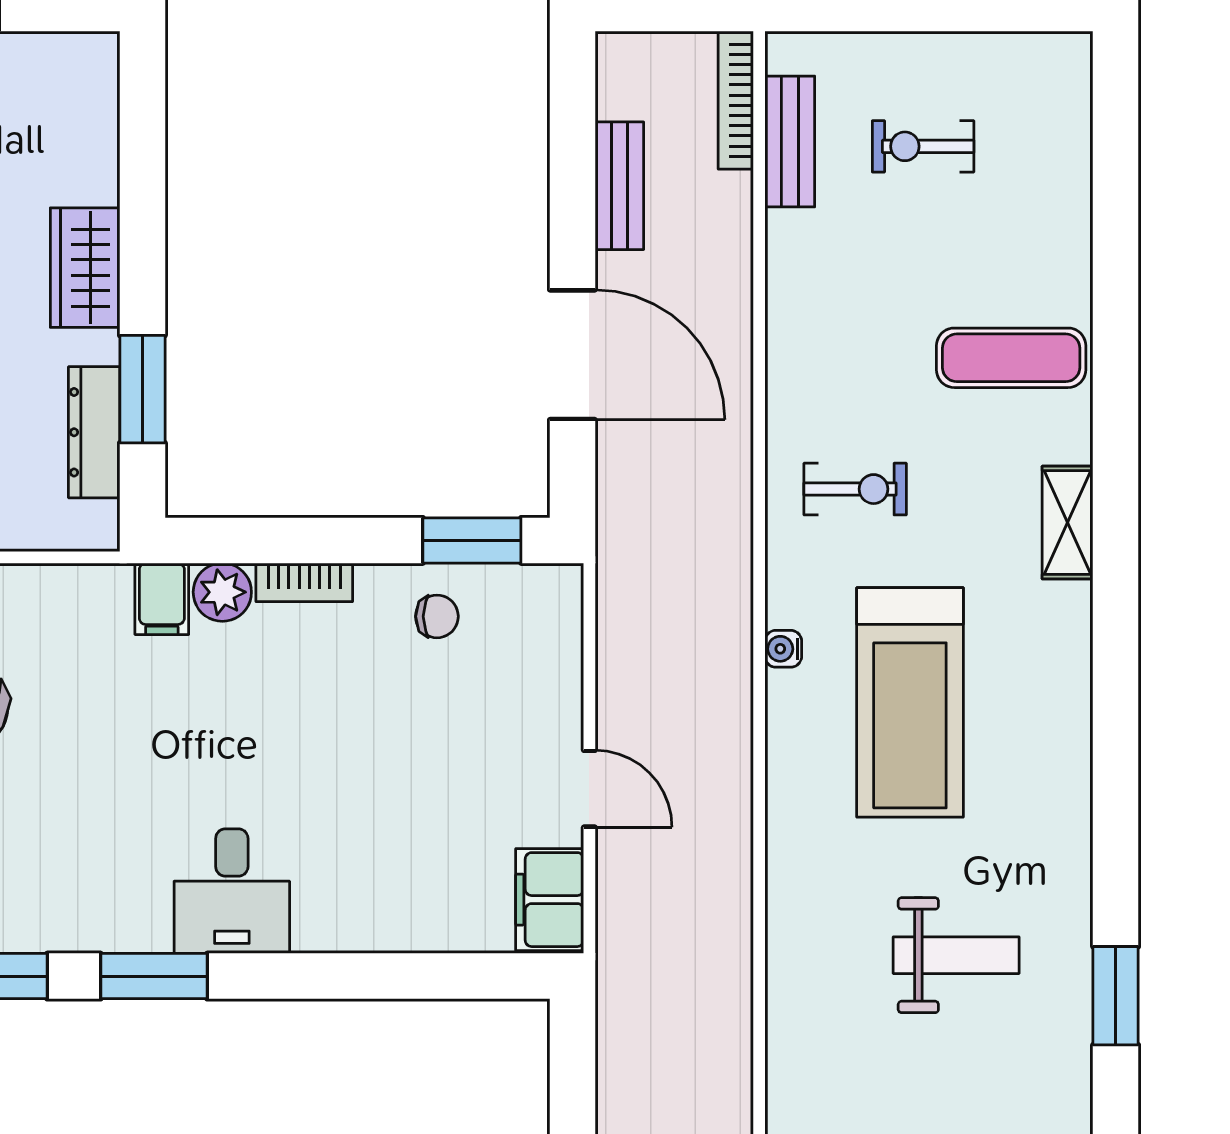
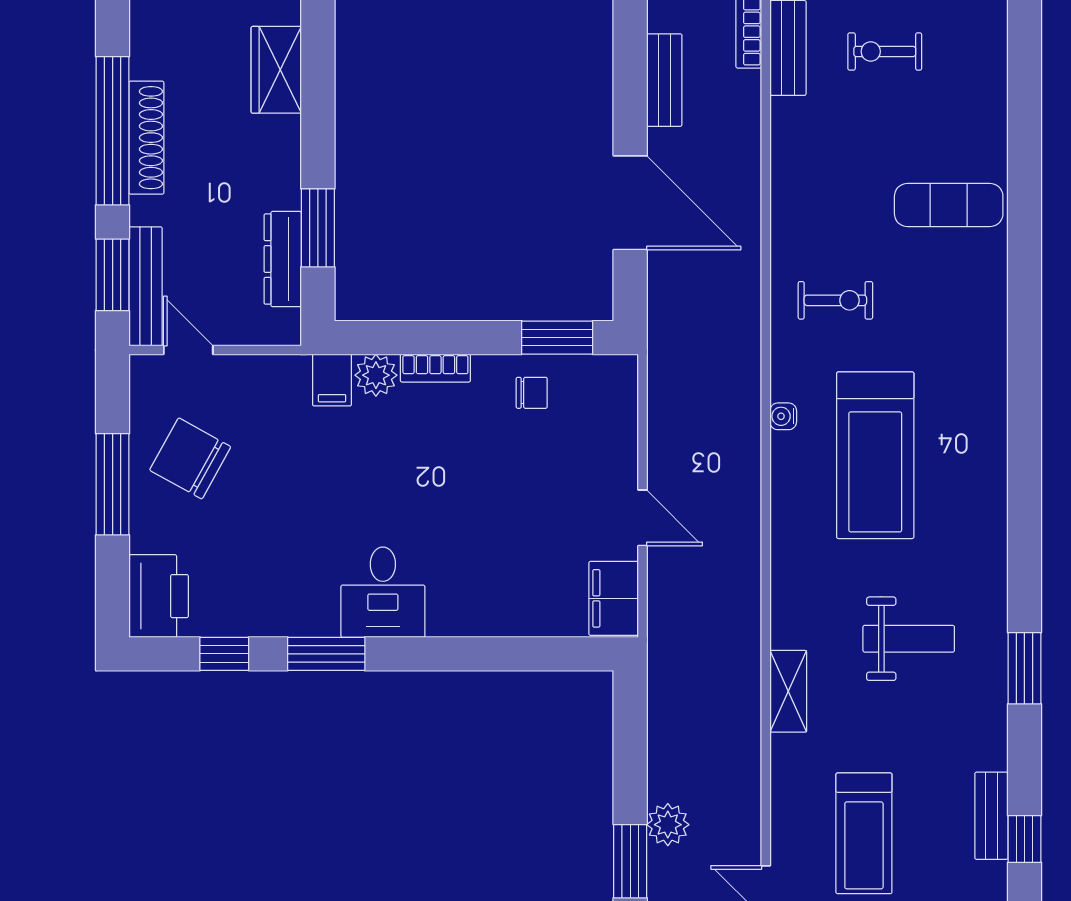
wardrobe: (85, 268) -> (276, 70), moved
shelving: (1068, 523) -> (788, 691), moved

